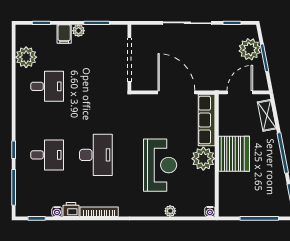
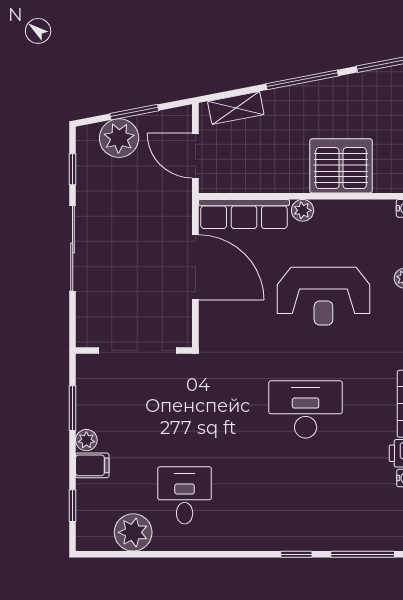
door: (176, 92) -> (195, 267), swing flipped
server rack: (234, 154) -> (341, 166), moved
desk: (47, 155) -> (306, 495), removed
plant: (203, 159) -> (303, 210), width x0.53, depth x0.53
reception desk: (160, 165) -> (323, 296), turned 180

